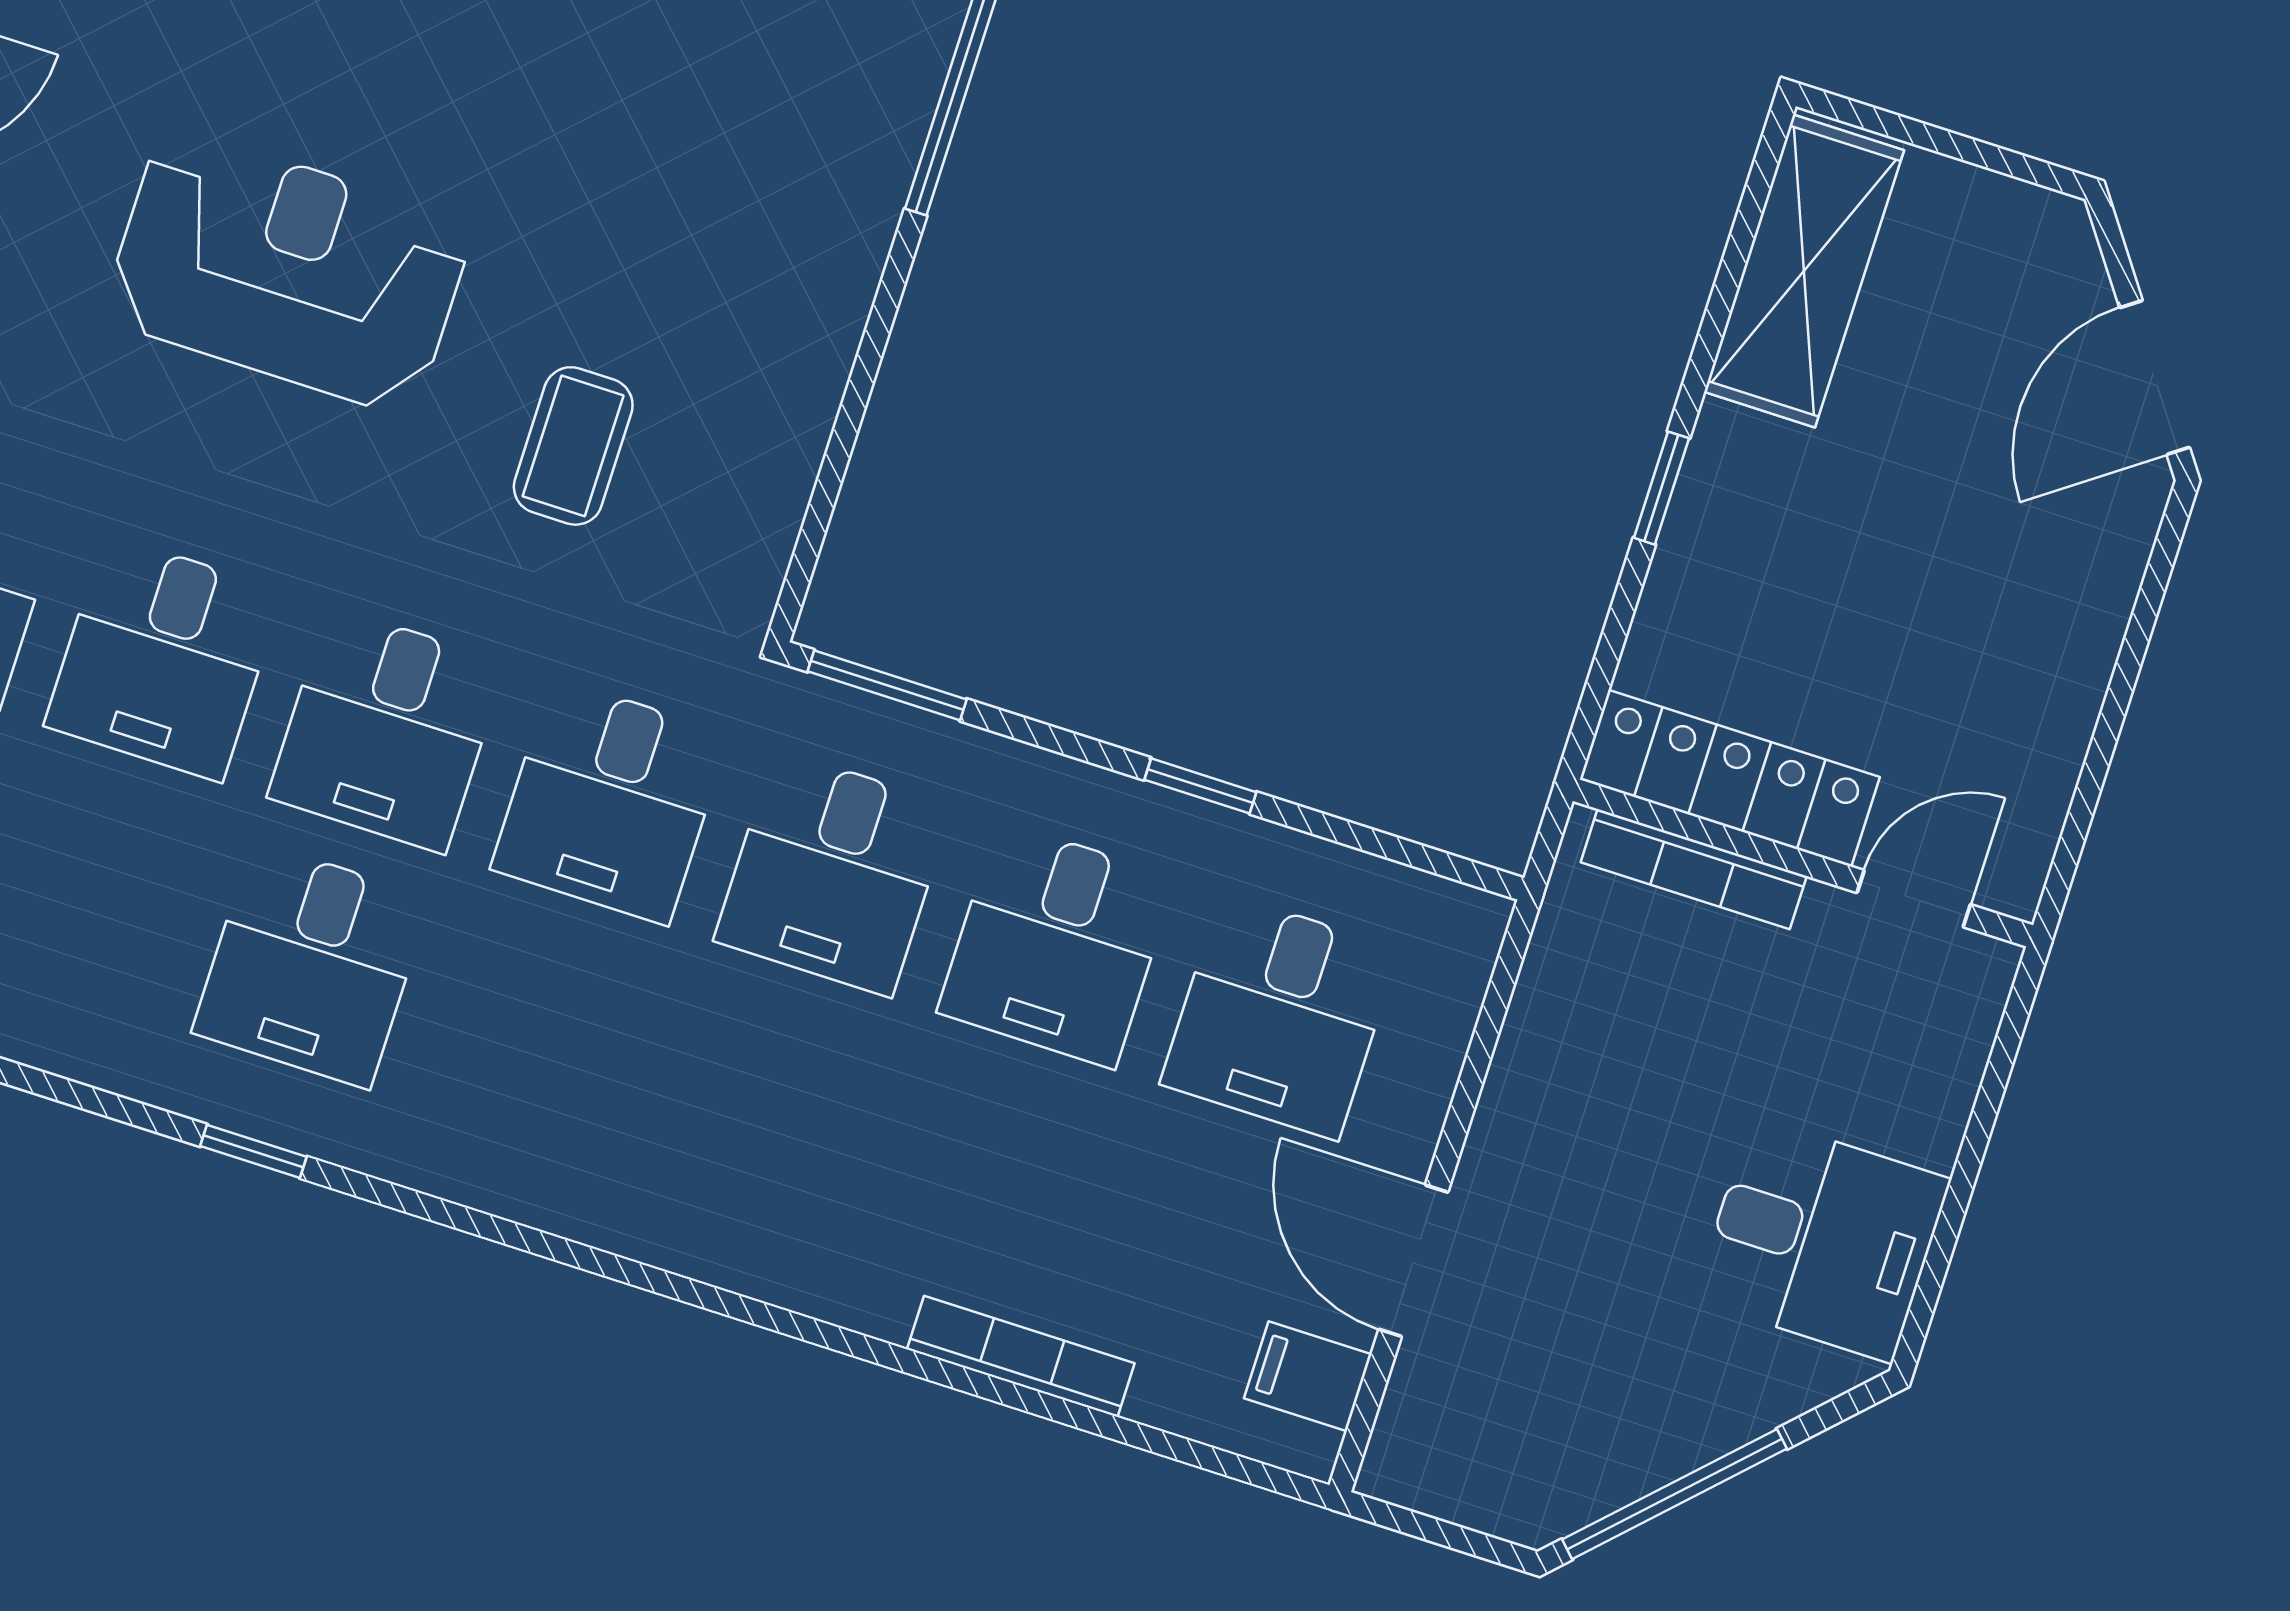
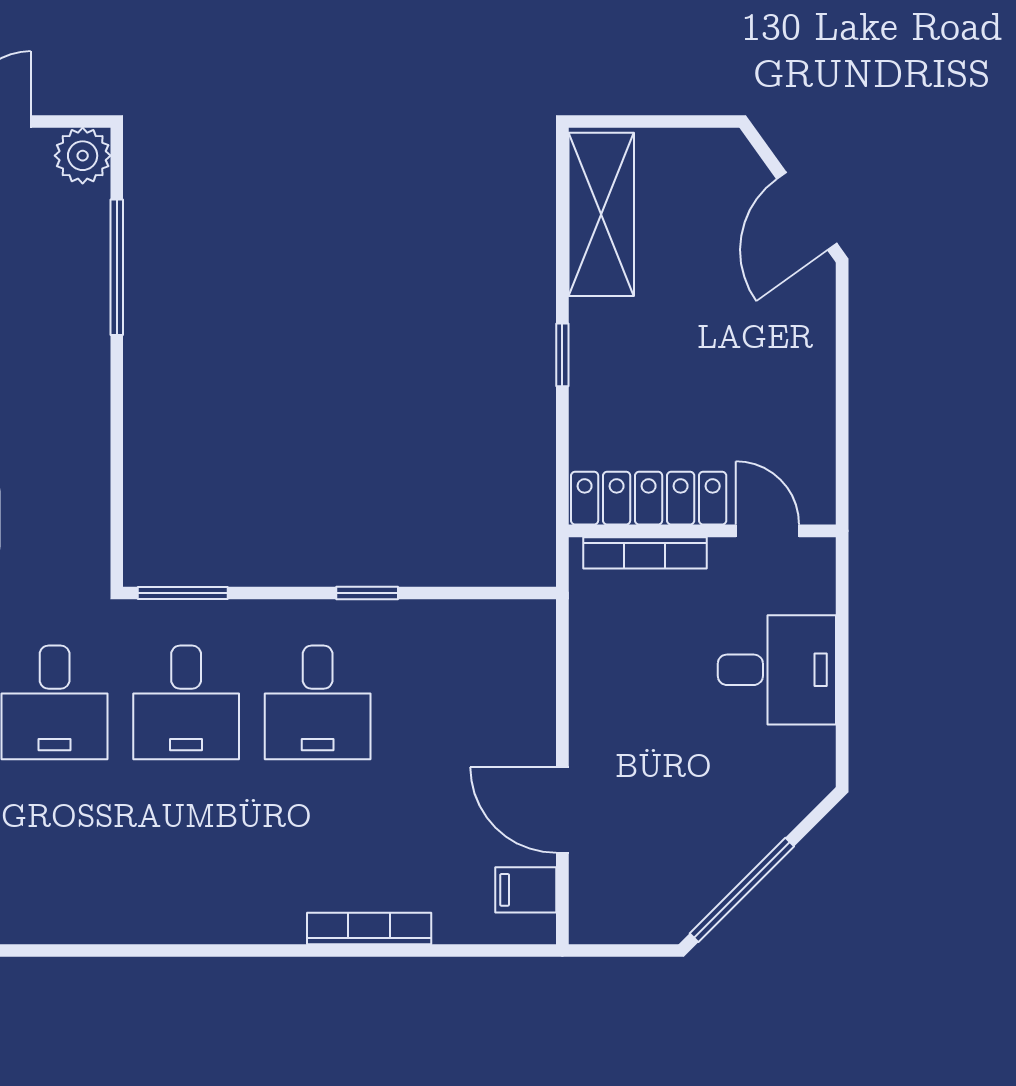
door: (1914, 899) -> (767, 531), hinge flipped
desk: (1280, 1016) -> (449, 702), removed
desk: (1822, 1239) -> (777, 670), moved

